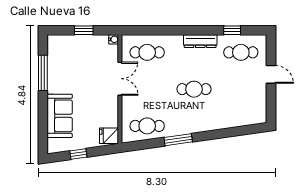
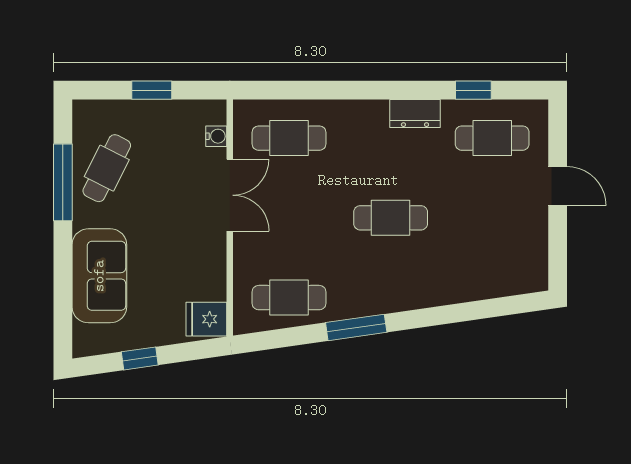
water cooler: (114, 39) -> (216, 136), moved
dresser: (200, 41) -> (415, 114), width x0.70
cafe table: (63, 66) -> (107, 168), added

